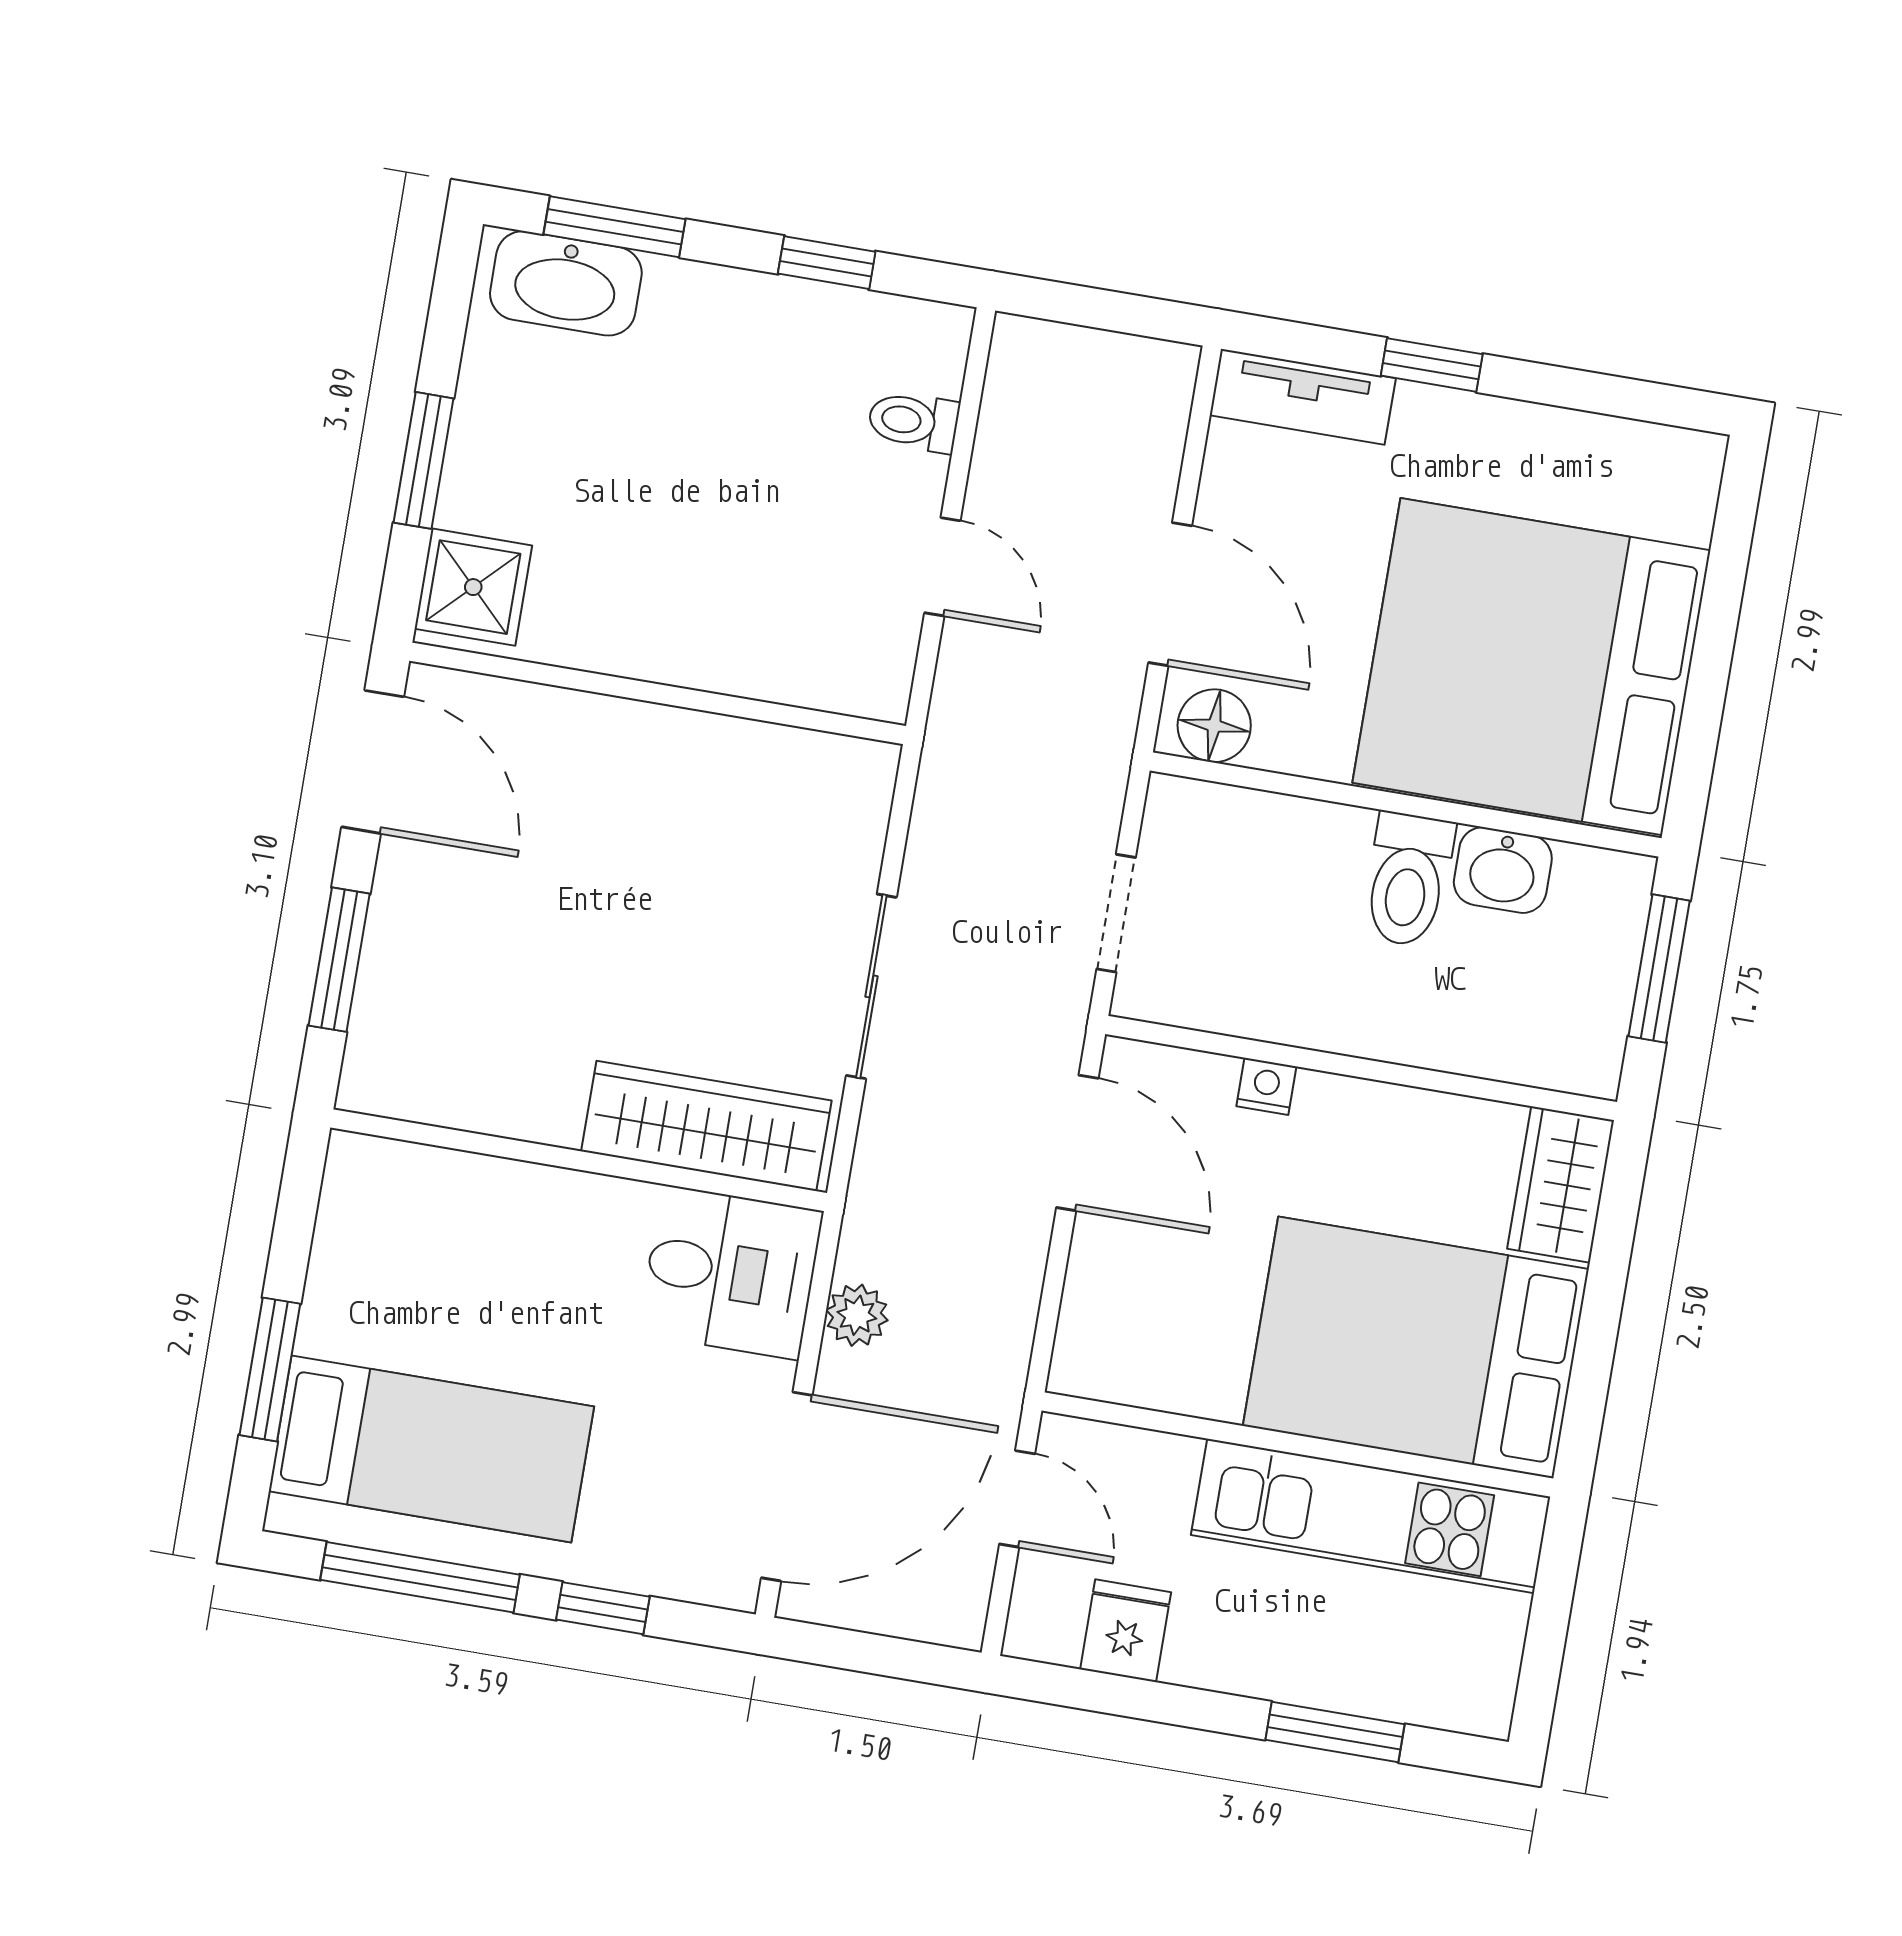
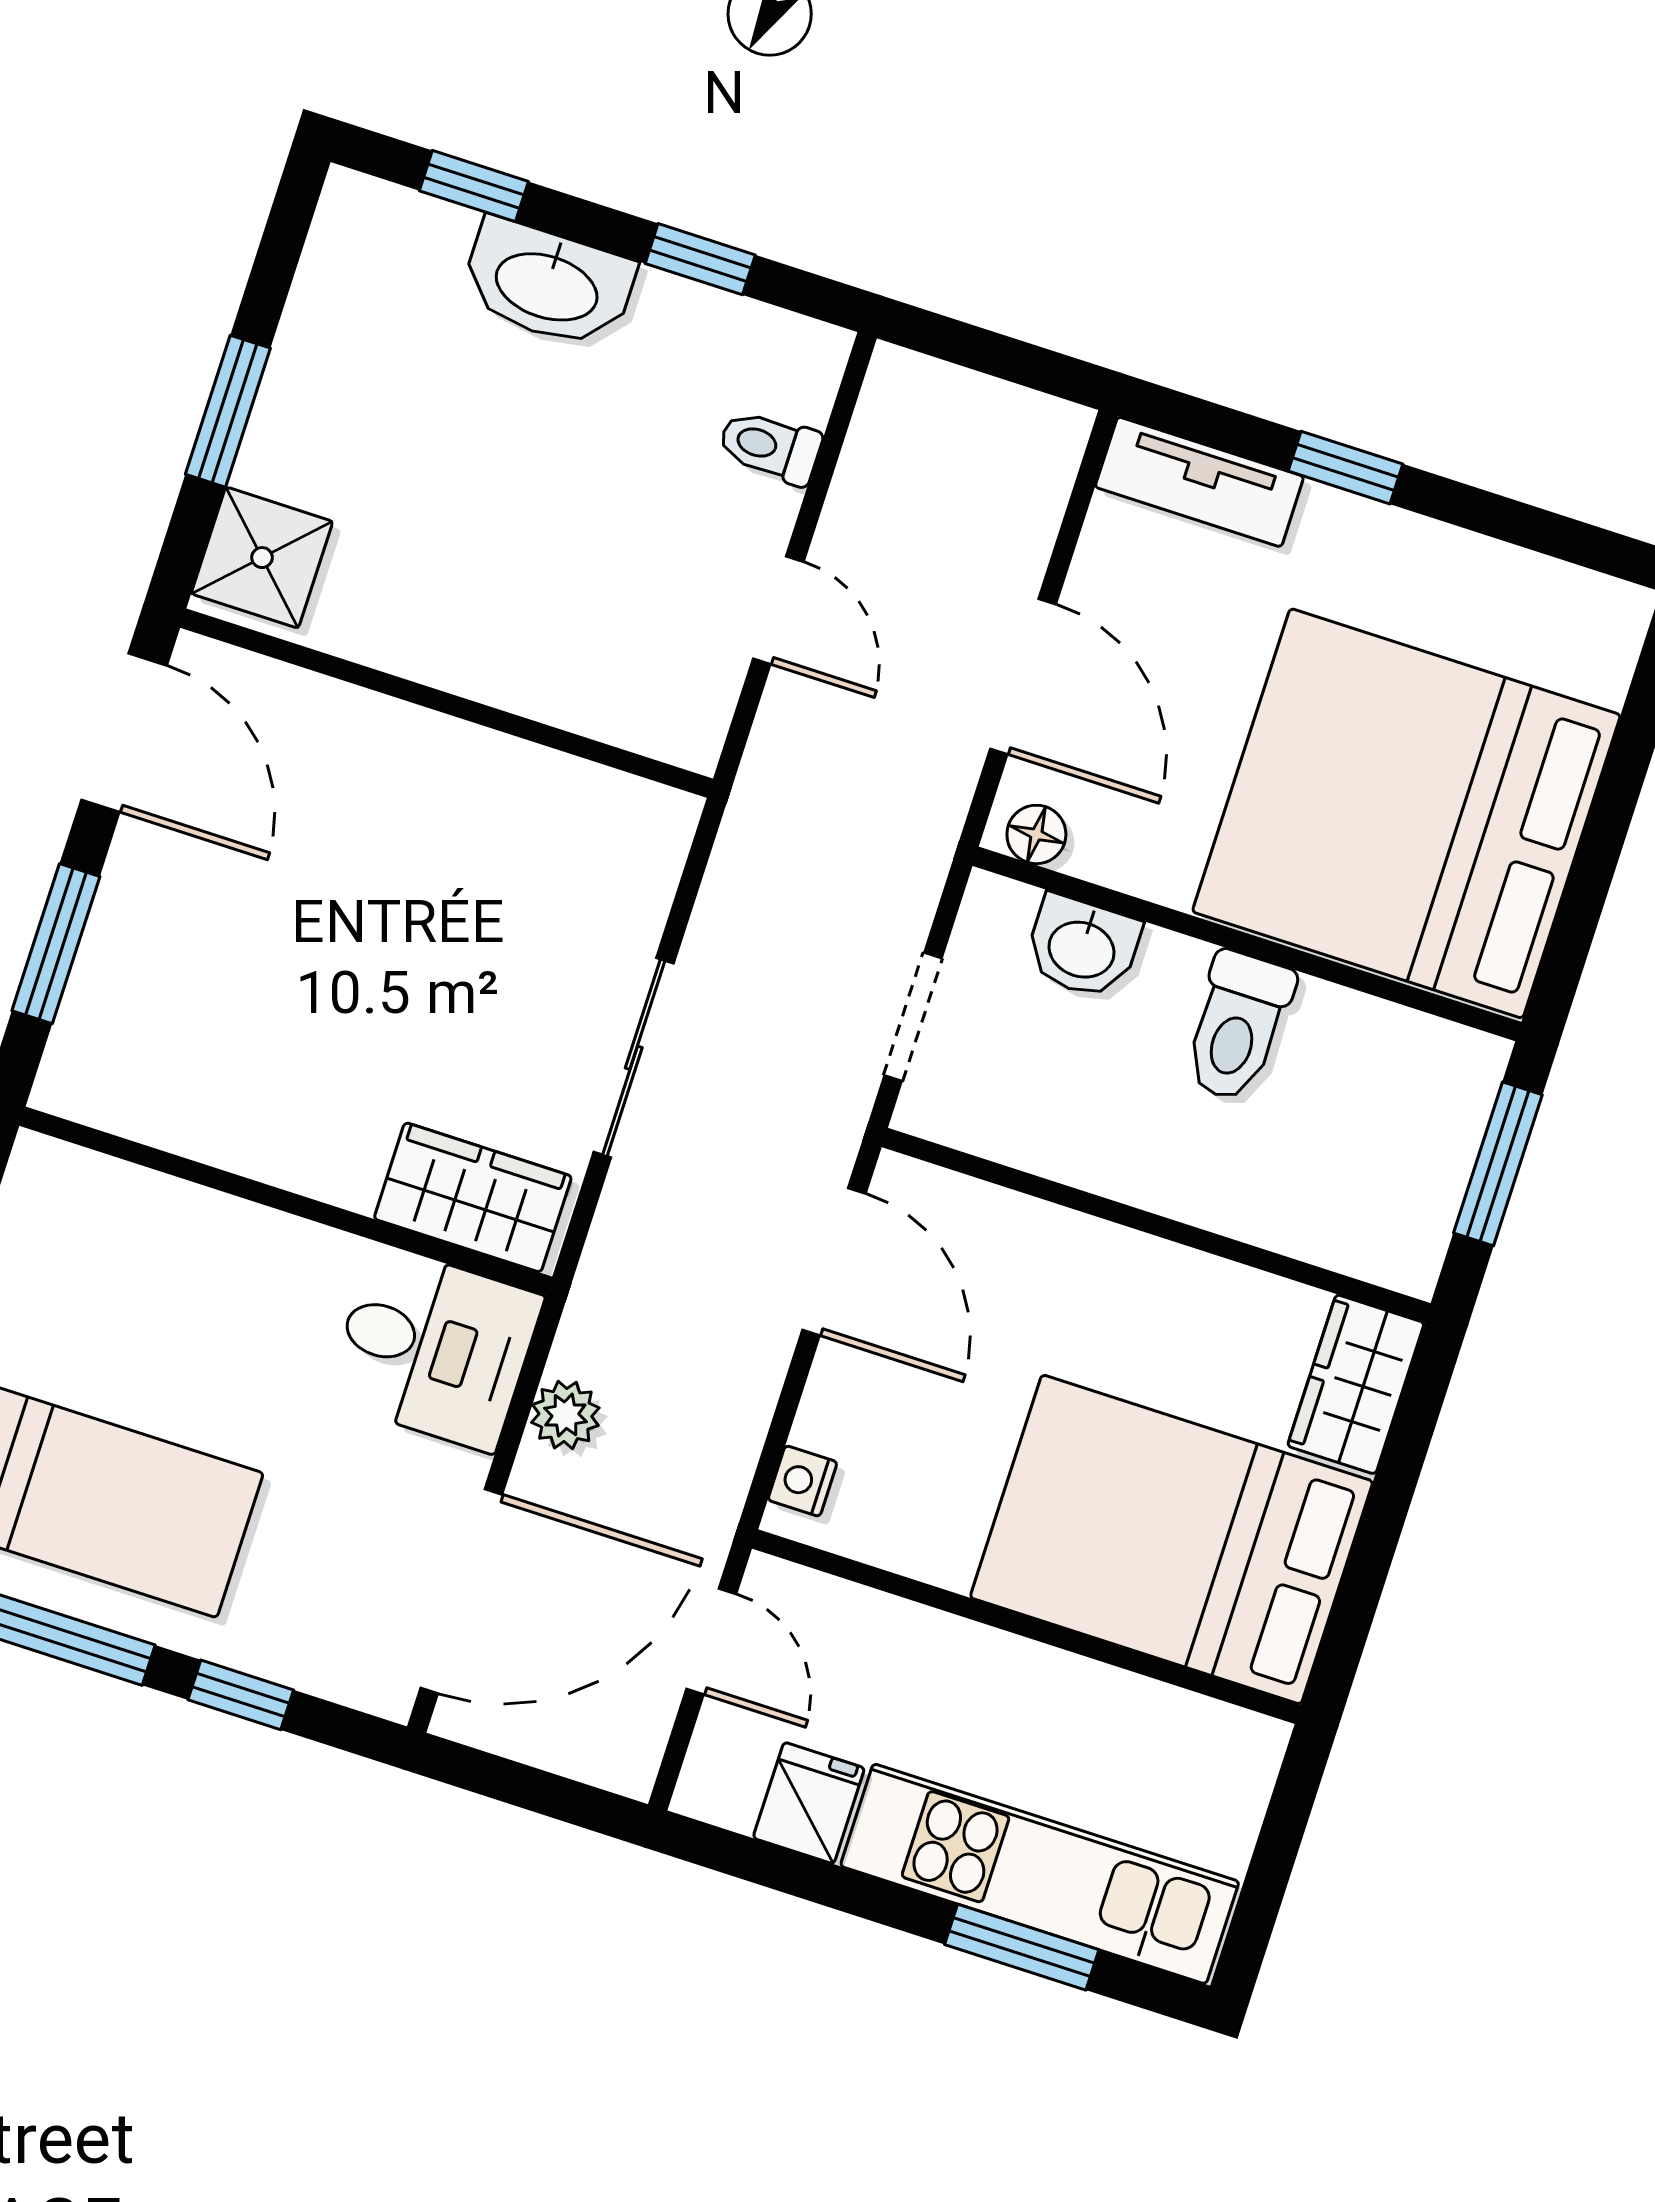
window: (615, 227) -> (474, 186), width x0.67
washbasin: (566, 283) -> (548, 284), moved
floor lamp: (1214, 726) -> (1036, 834), width x0.73, depth x0.73
washbasin: (1503, 870) -> (1082, 947), moved
nightstand: (1266, 1086) -> (803, 1481), moved, turned -90
wardrobe: (706, 1126) -> (473, 1197), width x0.67
kitchen unit: (1371, 1516) -> (1040, 1874), moved, turned 180

